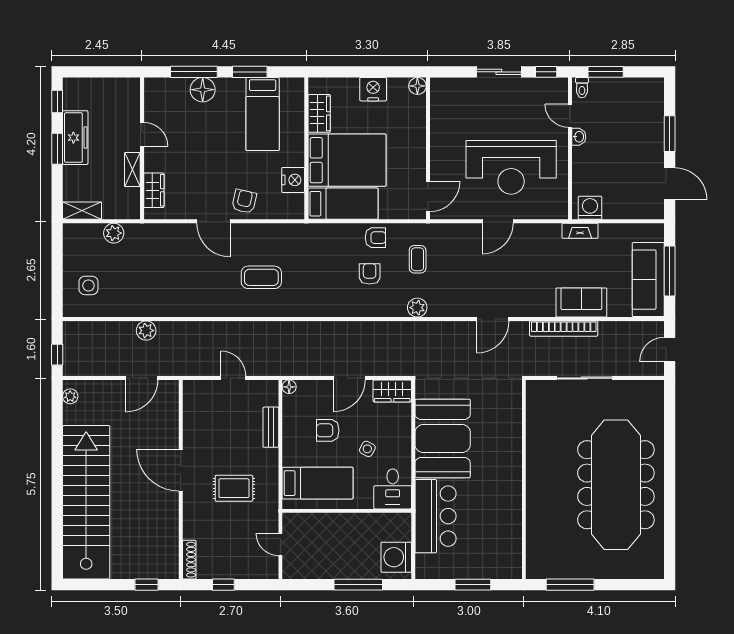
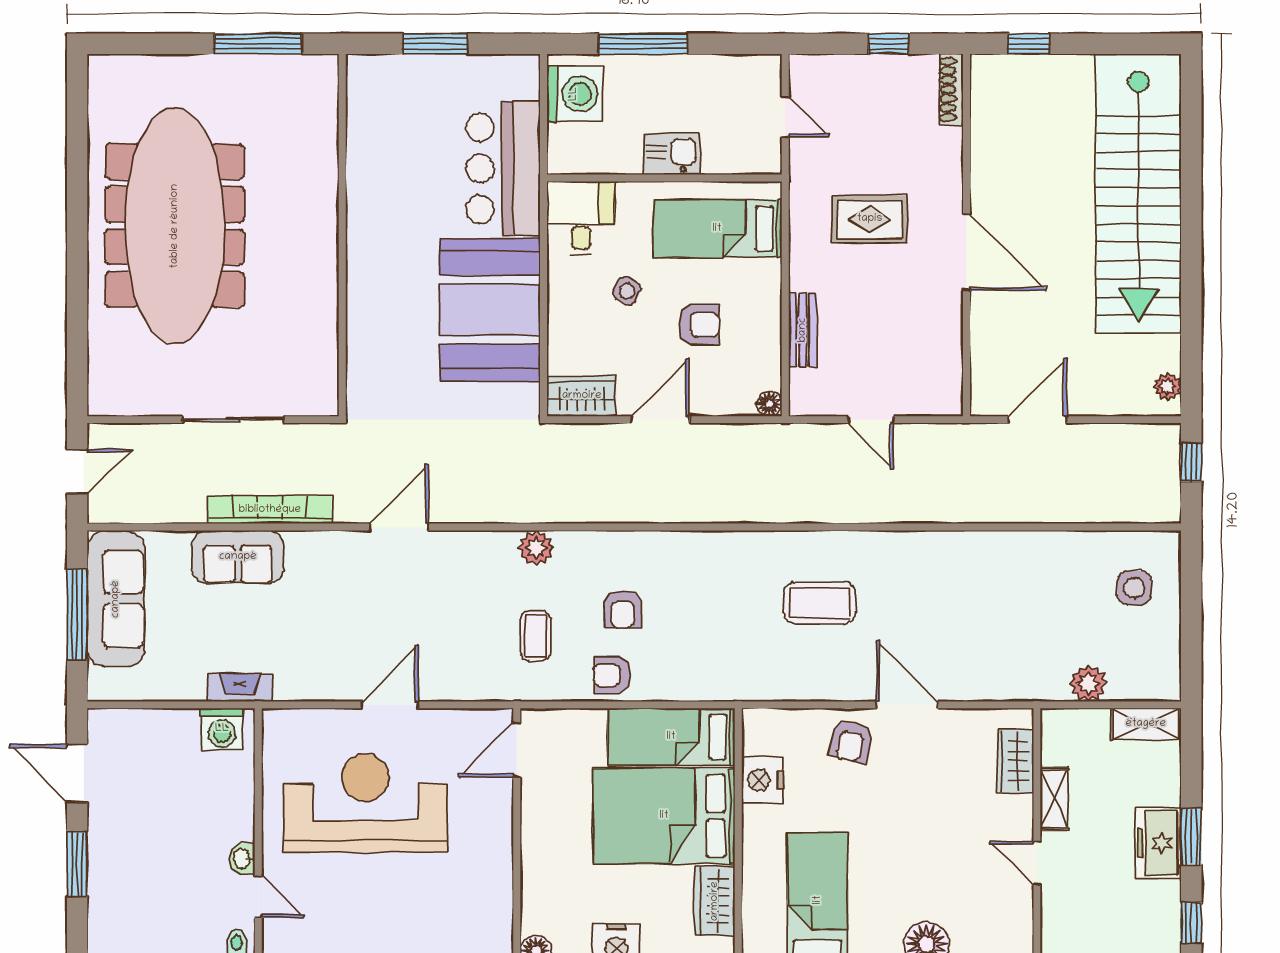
freezer: (75, 138) -> (1158, 843), width x0.71
plant: (146, 331) -> (1029, 506), removed
kitchen sink: (343, 524) -> (672, 154), added

